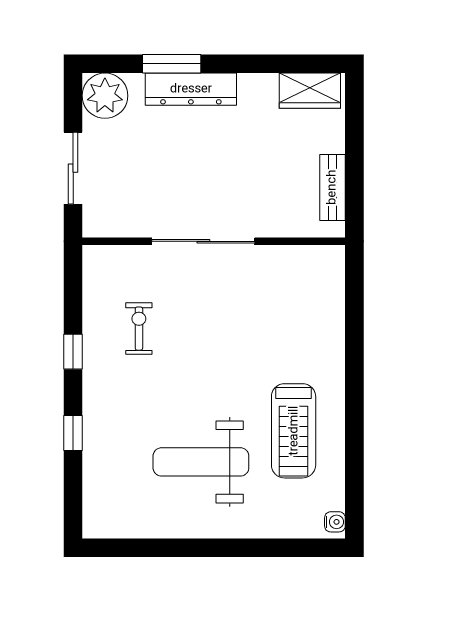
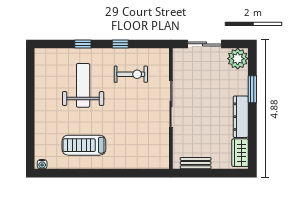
dresser: (191, 89) -> (241, 117), moved
exercise bike: (139, 329) -> (131, 74), width x1.38, depth x1.39
weight bench: (201, 462) -> (83, 85), moved

